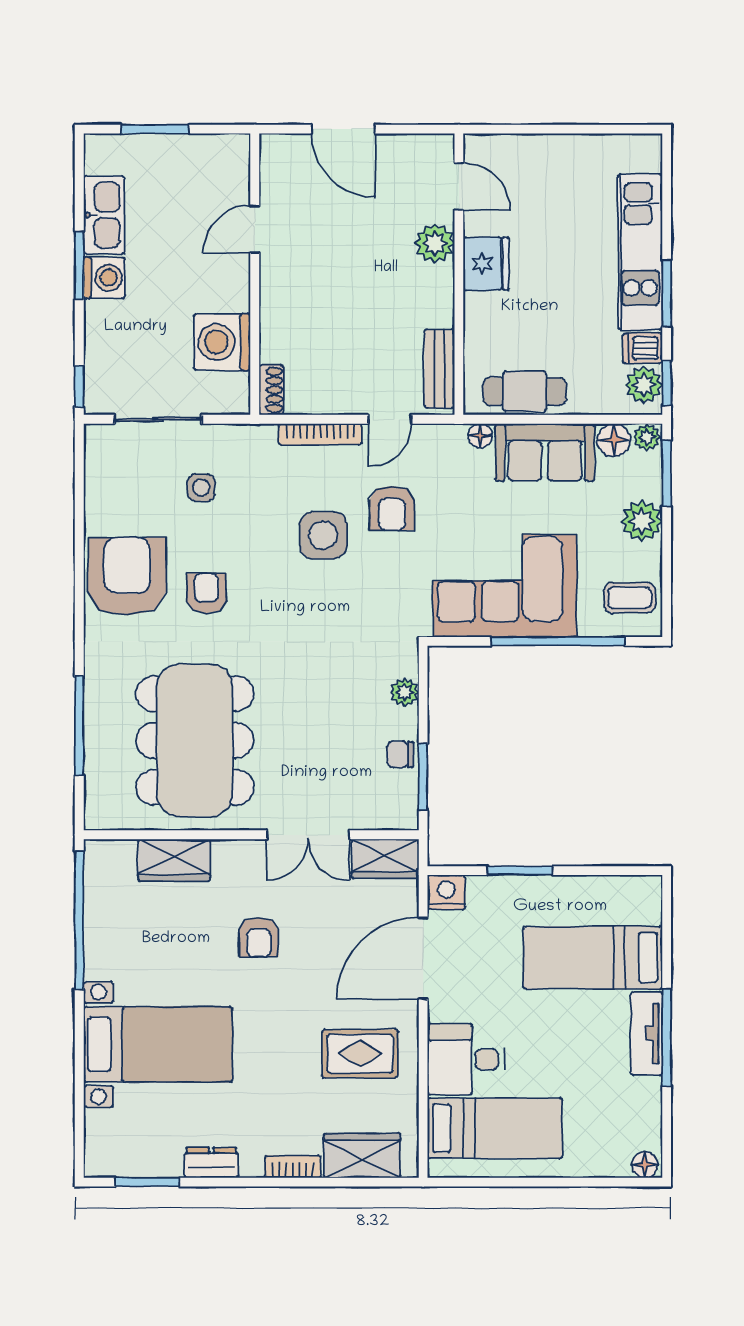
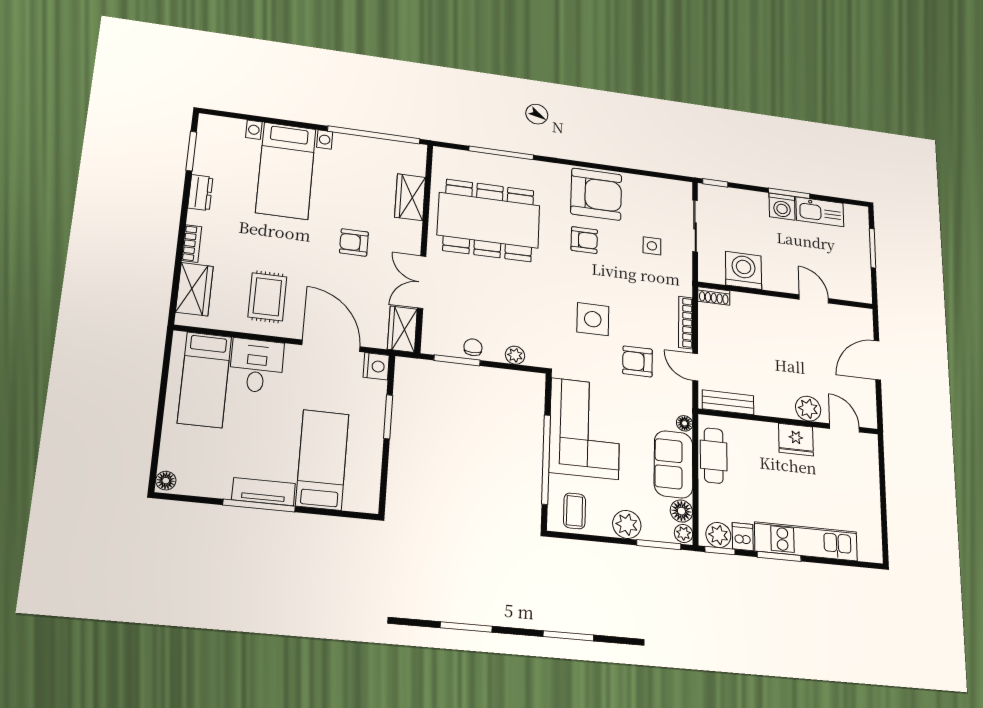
door: (459, 186) -> (844, 428), swing flipped
side table: (323, 535) -> (593, 319), moved

